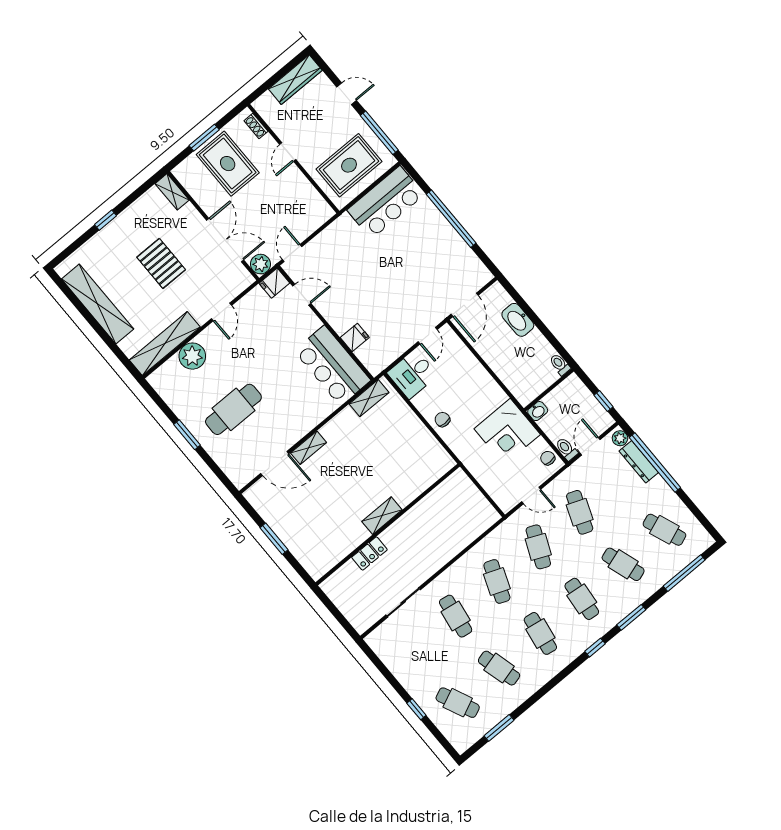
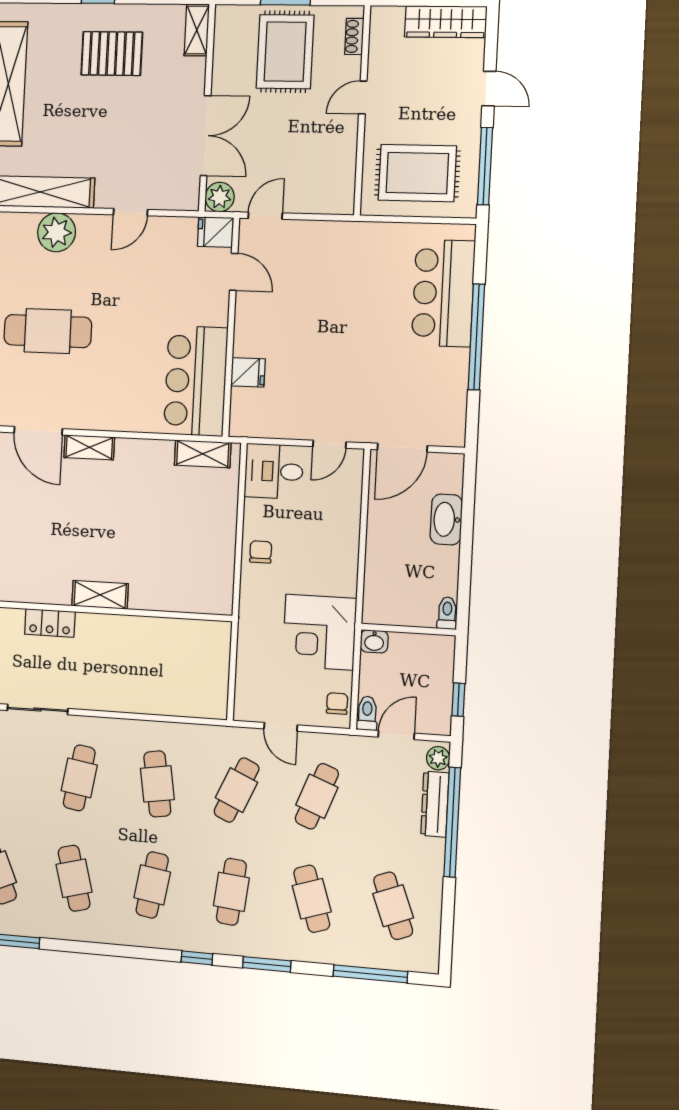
bar counter: (386, 202) -> (443, 293), moved, turned 90
pallet: (161, 263) -> (112, 54), moved, turned 90
cafe table: (497, 581) -> (157, 784), turned -30

